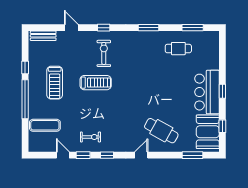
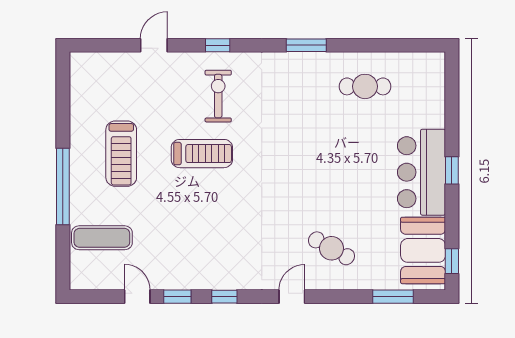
door: (71, 28) -> (154, 45), hinge flipped
window: (193, 28) -> (393, 45), removed
bench: (43, 36) -> (99, 61), removed
window: (25, 67) -> (63, 124), removed
window: (222, 126) -> (452, 261), moved
cafe table: (161, 131) -> (331, 248), width x0.73, depth x0.74
exercise bike: (91, 137) -> (192, 261), removed

